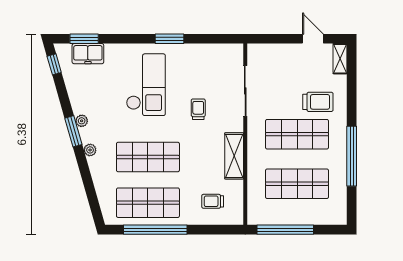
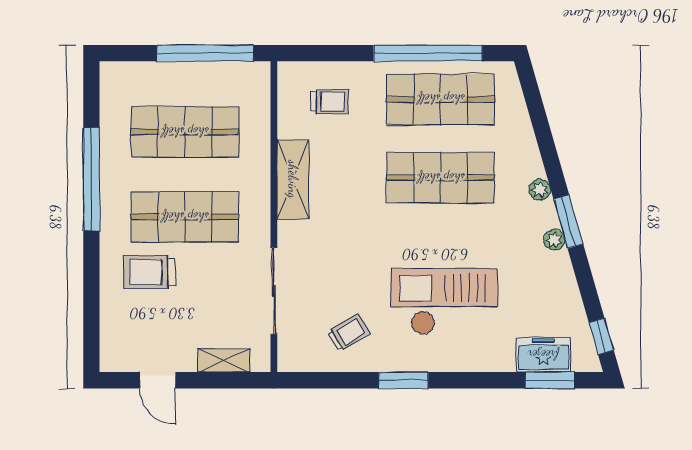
shelving: (340, 59) -> (224, 360), moved, turned 90
checkout: (146, 85) -> (444, 302), turned 90
trolley: (198, 109) -> (349, 333), moved, turned -121

